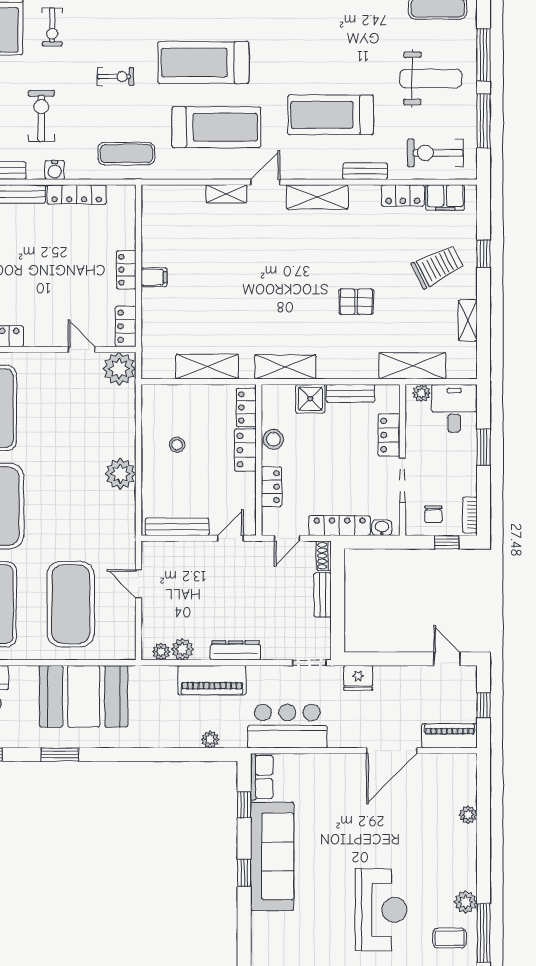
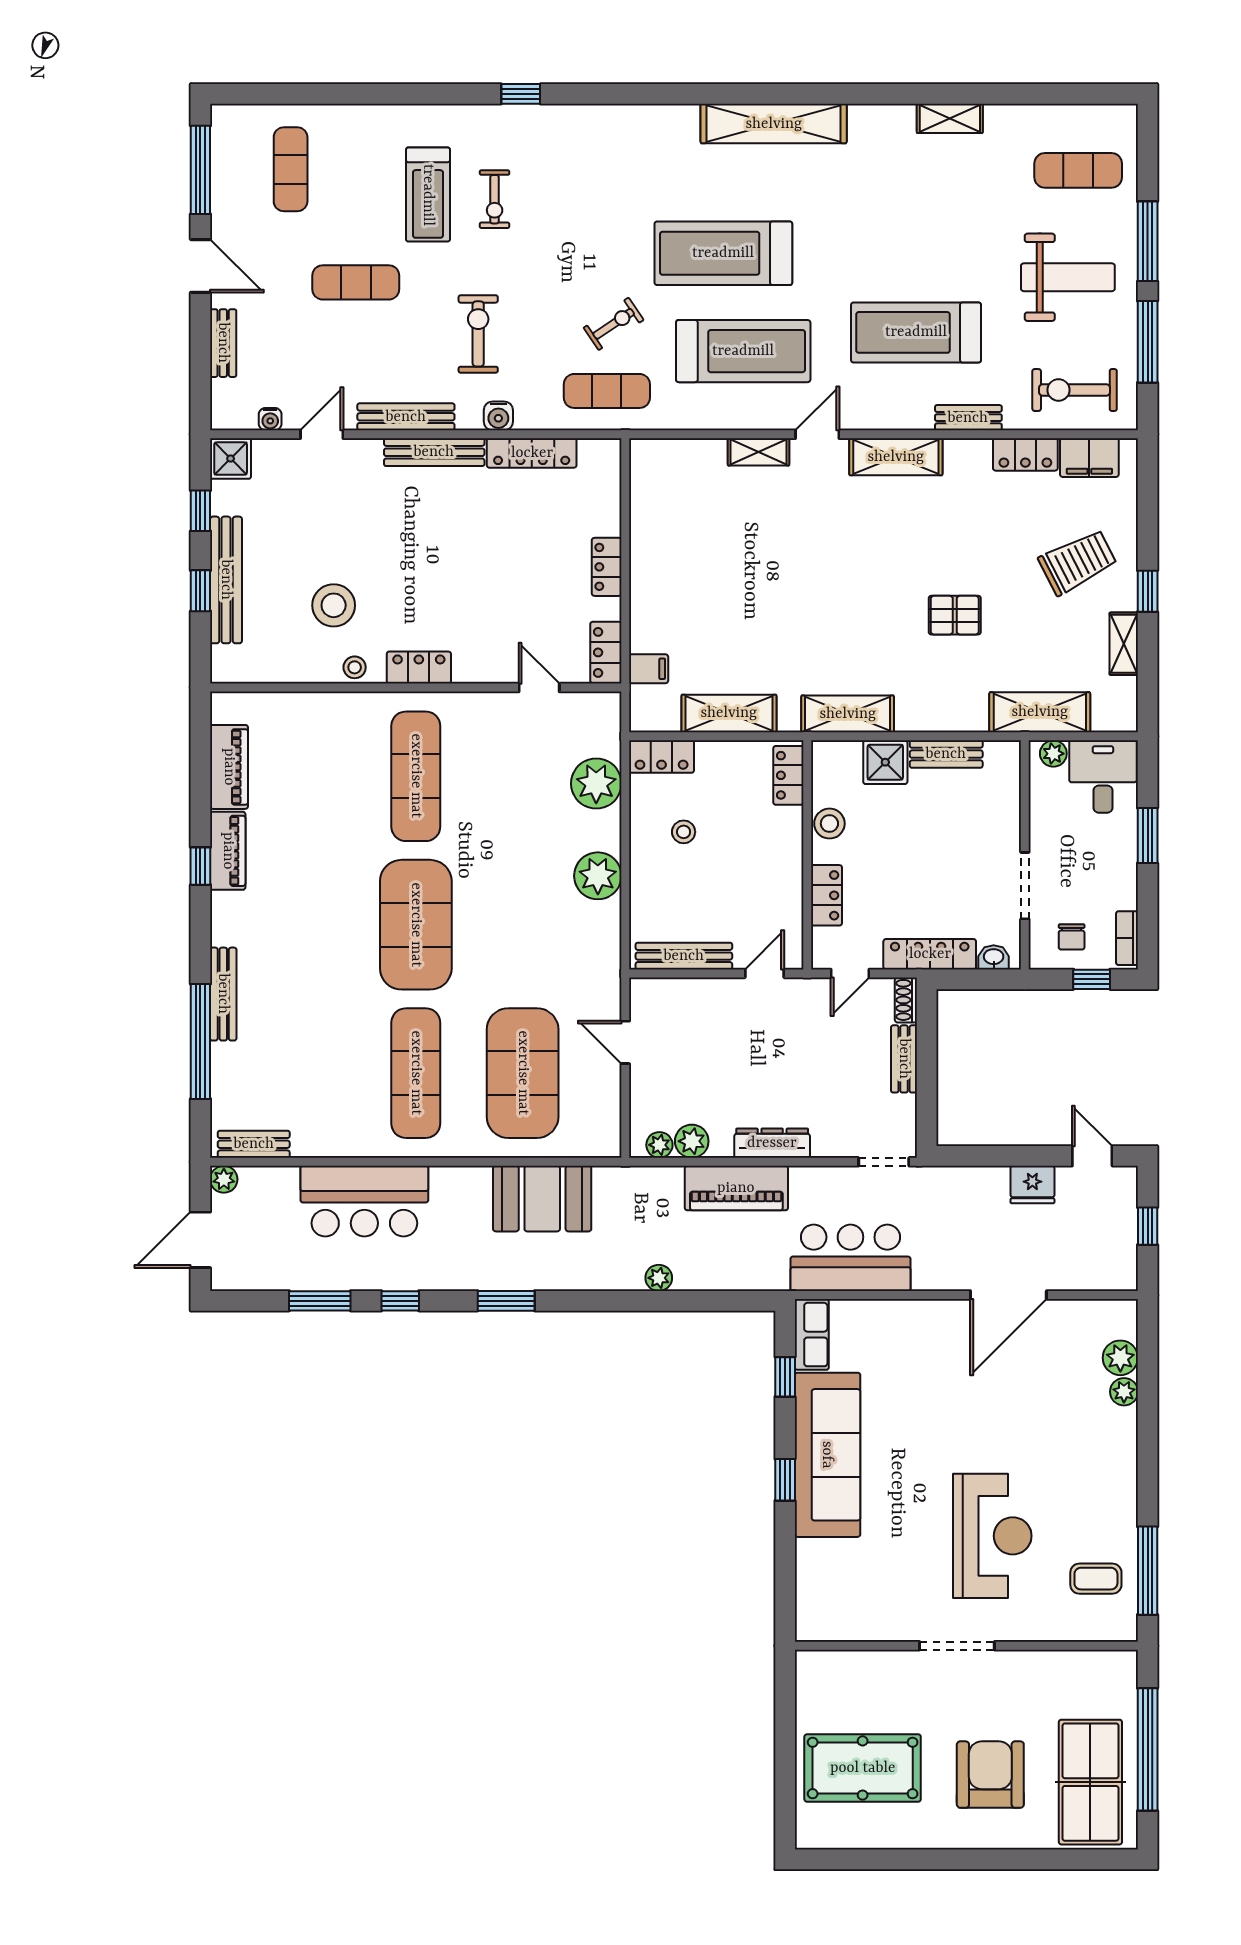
exercise bike: (116, 77) -> (614, 324), moved, turned -34
window: (484, 254) -> (1148, 591), moved
filing cabinet: (154, 277) -> (649, 669), moved
plant: (119, 369) -> (596, 784), moved
locker: (389, 435) -> (1005, 817), removed
locker: (245, 450) -> (662, 757), moved, turned -90
fridge: (358, 678) -> (1032, 1185), moved
booth: (84, 696) -> (542, 1199), width x0.73, depth x0.70
piano: (450, 736) -> (1096, 1272), removed
plant: (210, 739) -> (659, 1278), moved
plant: (466, 902) -> (1120, 1358), moved

